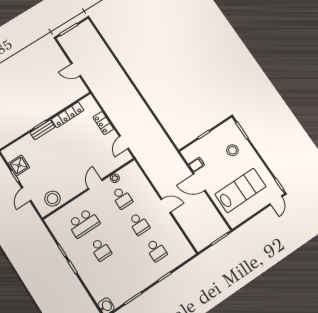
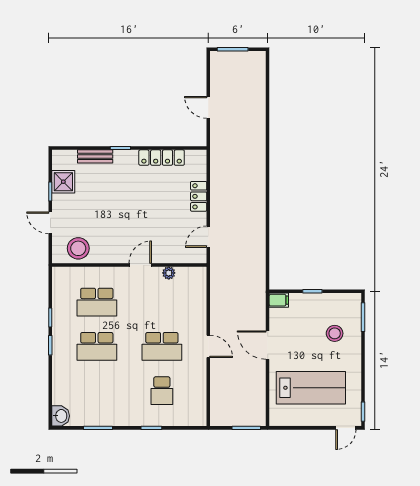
bench: (42, 130) -> (95, 156), moved
filing cabinet: (197, 165) -> (279, 300), moved
door: (26, 194) -> (50, 223), hinge flipped
school desk: (122, 198) -> (162, 302), removed
school desk: (139, 224) -> (162, 346), width x1.85
school desk: (101, 249) -> (97, 346), width x1.85

